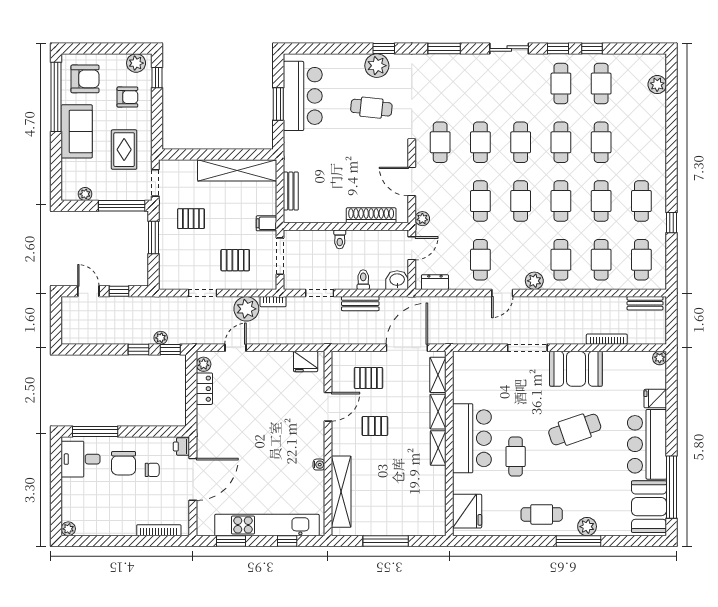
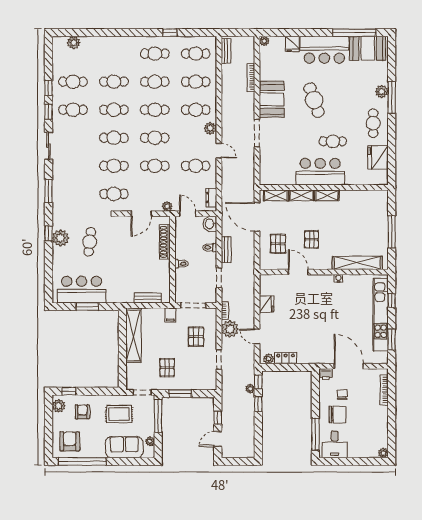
sofa: (77, 131) -> (124, 447), moved
fridge: (306, 361) -> (267, 304), moved
fridge: (467, 511) -> (378, 157), moved, turned -90

